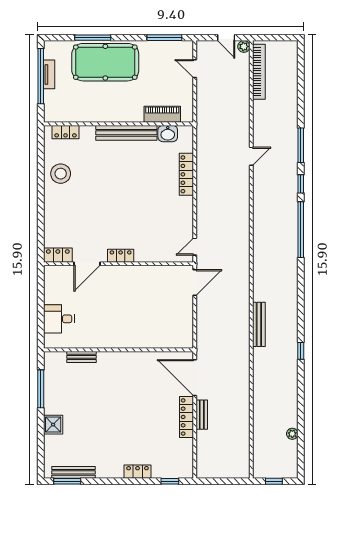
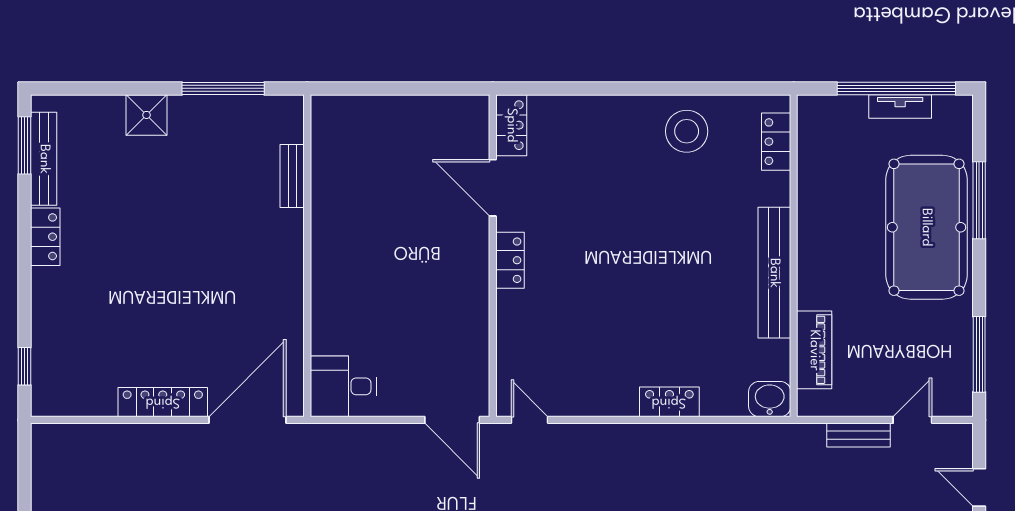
door: (226, 38) -> (979, 487), hinge flipped
washbasin: (168, 134) -> (770, 399), moved, turned 90
locker: (186, 174) -> (669, 402), width x0.66
desk: (59, 319) -> (343, 386), moved, turned -90
bench: (202, 415) -> (858, 435), moved
locker: (138, 472) -> (45, 237), moved

